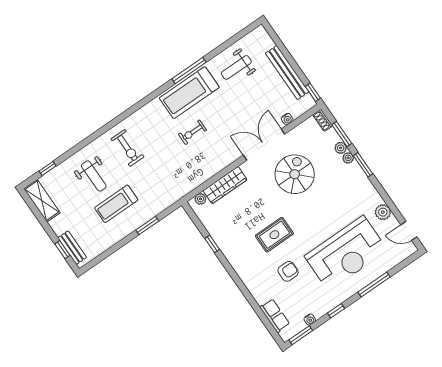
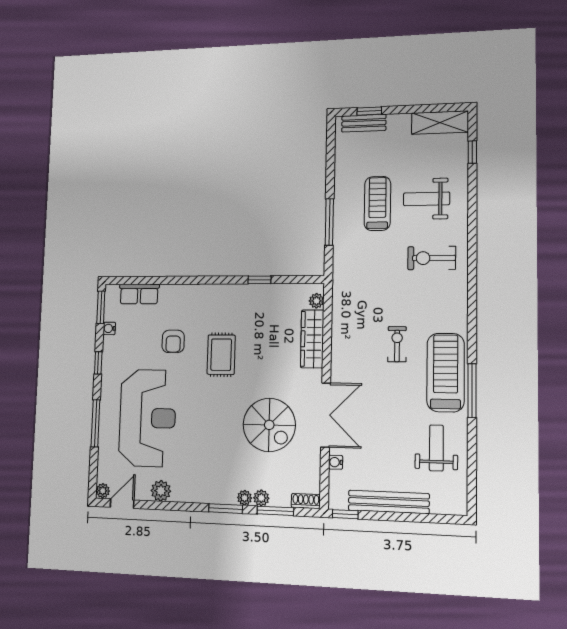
window: (147, 225) -> (329, 222), width x1.44
plant: (411, 249) -> (103, 491), added
reception desk: (346, 253) -> (147, 418), turned 180

